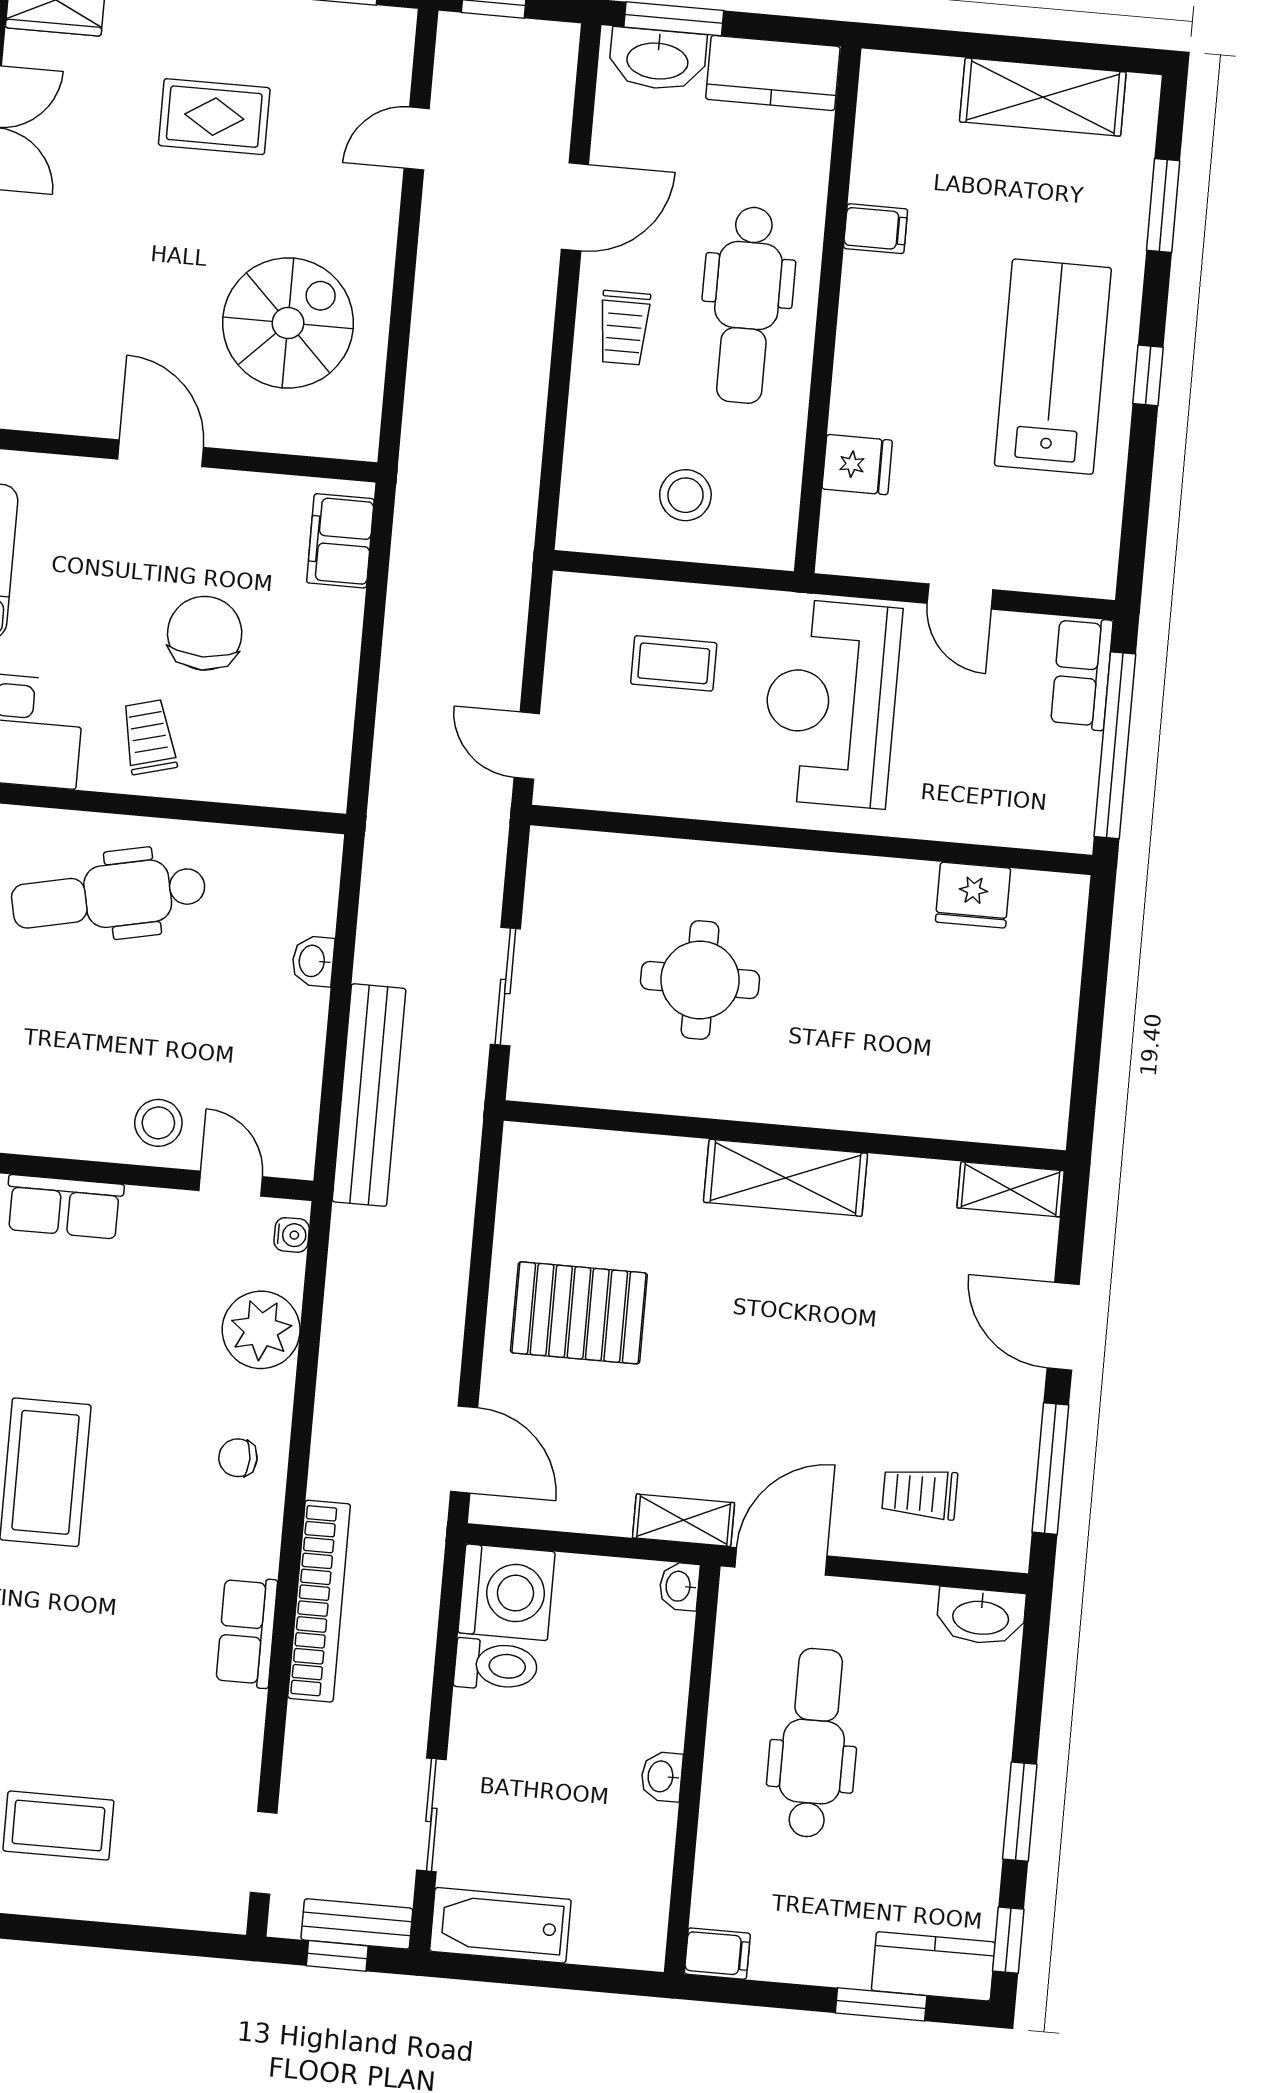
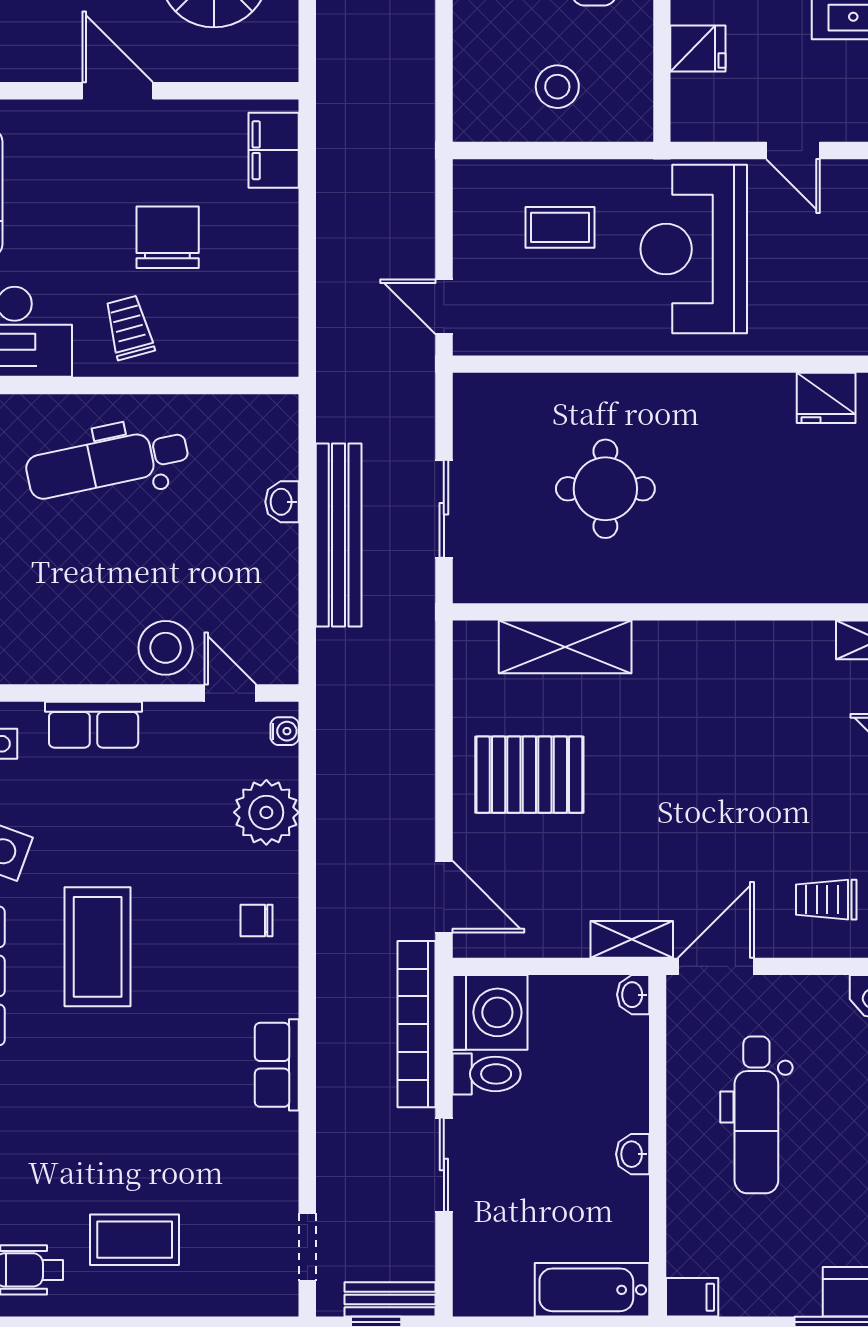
bench: (369, 1095) -> (339, 535), moved
stool: (158, 1123) -> (166, 648), width x1.38, depth x1.38
shelving: (786, 1178) -> (565, 647), moved
bookcase: (319, 1601) -> (417, 1024), moved, turned 180
dental chair: (813, 1743) -> (756, 1115), turned 180
sliding door: (431, 1815) -> (444, 1165), moved
bathtub: (500, 1925) -> (592, 1290), moved

